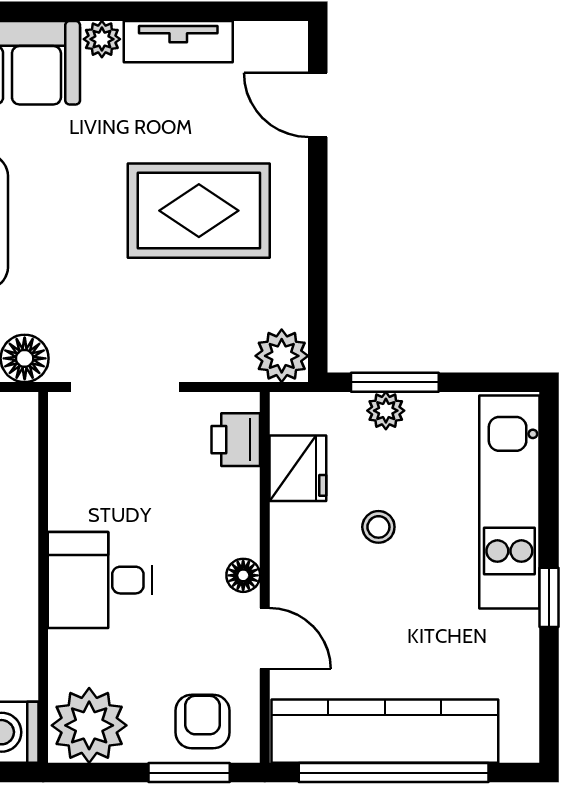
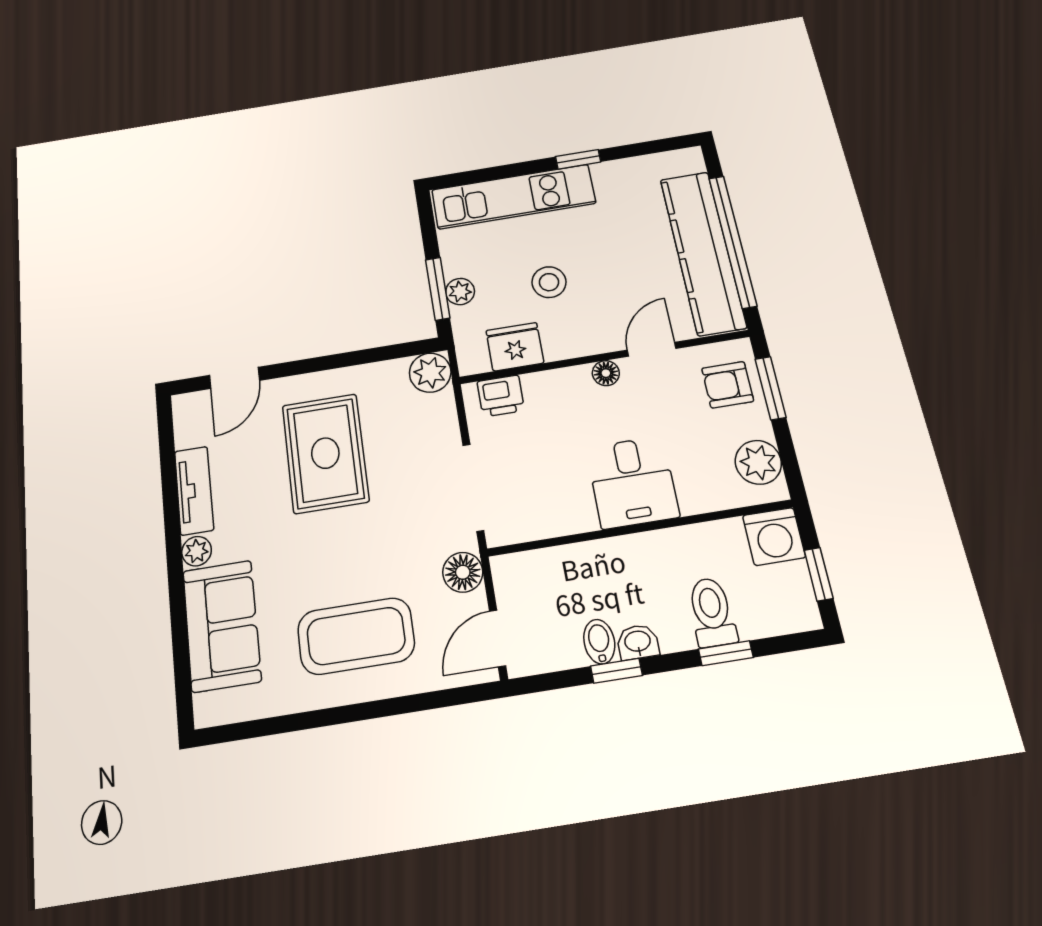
stool: (378, 527) -> (549, 282), width x1.37, depth x1.37
plant: (89, 725) -> (758, 462), width x0.73, depth x0.73

